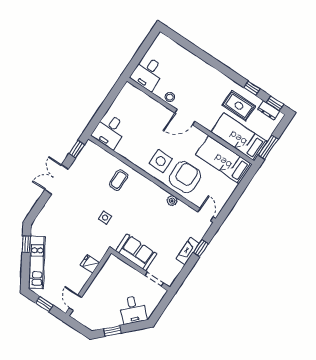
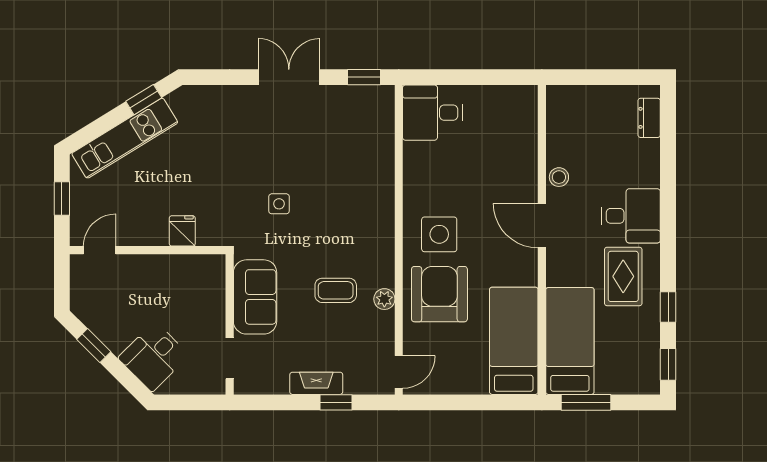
desk: (148, 73) -> (631, 216), moved, turned 180
rug: (239, 106) -> (623, 276), moved
dresser: (269, 110) -> (649, 118), moved
armchair: (185, 177) -> (439, 294), turned -89
coffee table: (119, 180) -> (336, 290), moved

